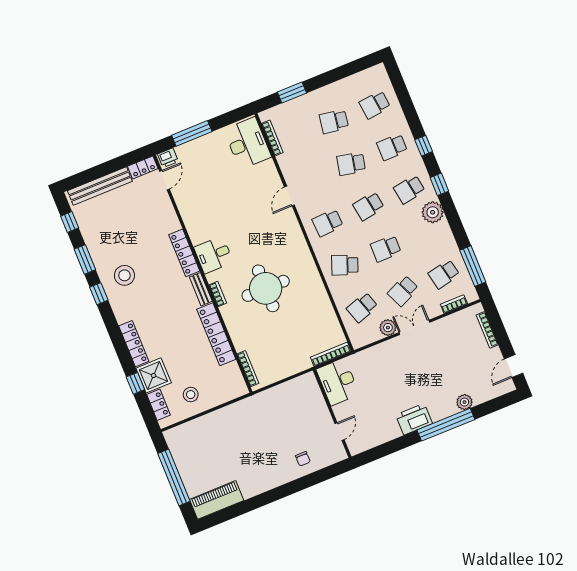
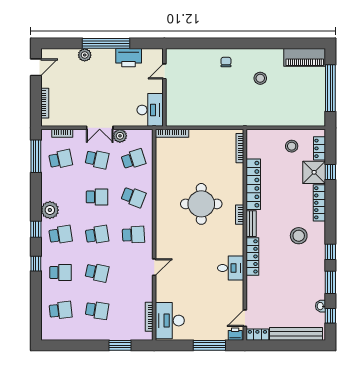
washbasin: (85, 228) -> (321, 306), added
desk: (214, 255) -> (231, 268), moved
stool: (124, 275) -> (299, 236), moved
school desk: (403, 291) -> (97, 159), turned 36
desk: (338, 382) -> (150, 110), moved
wall: (332, 414) -> (164, 87), moved
door: (339, 432) -> (164, 71), moved
stool: (257, 456) -> (260, 78), added

